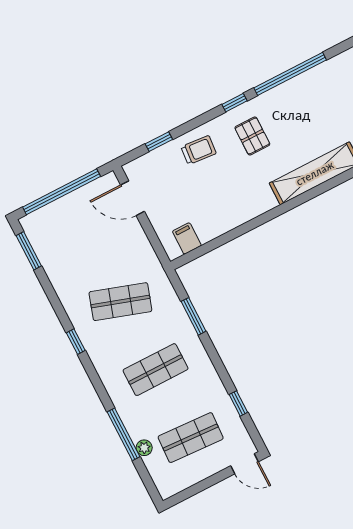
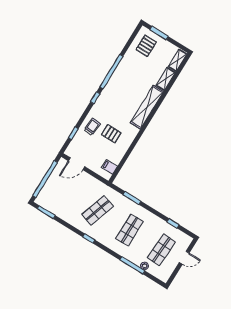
pallet: (252, 136) -> (111, 134), moved
door: (245, 464) -> (184, 258), moved

